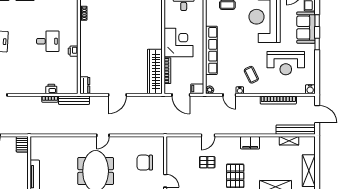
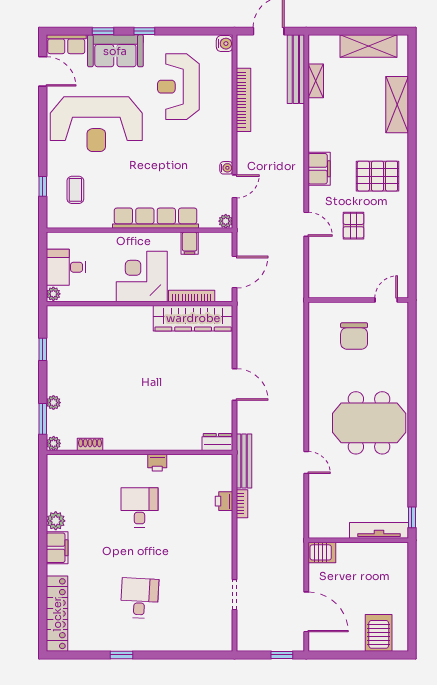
reception desk: (286, 63) -> (178, 87), turned 180
coffee table: (251, 75) -> (199, 148), removed
filing cabinet: (197, 89) -> (190, 243), moved
door: (103, 135) -> (306, 462), moved
filing cabinet: (250, 143) -> (319, 169), moved

